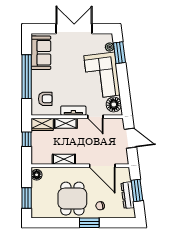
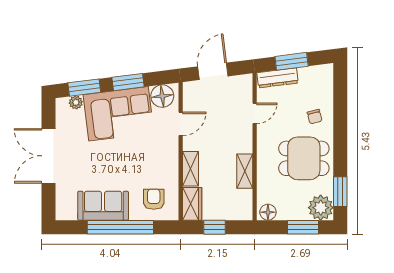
sofa: (41, 53) -> (103, 206), moved
window: (123, 82) -> (128, 82), added
tv unit: (73, 111) -> (171, 157), removed
door: (102, 166) -> (255, 113), width x0.53
dresser: (128, 195) -> (278, 78), moved
plant: (40, 210) -> (321, 208), added
window: (89, 223) -> (340, 192), moved

